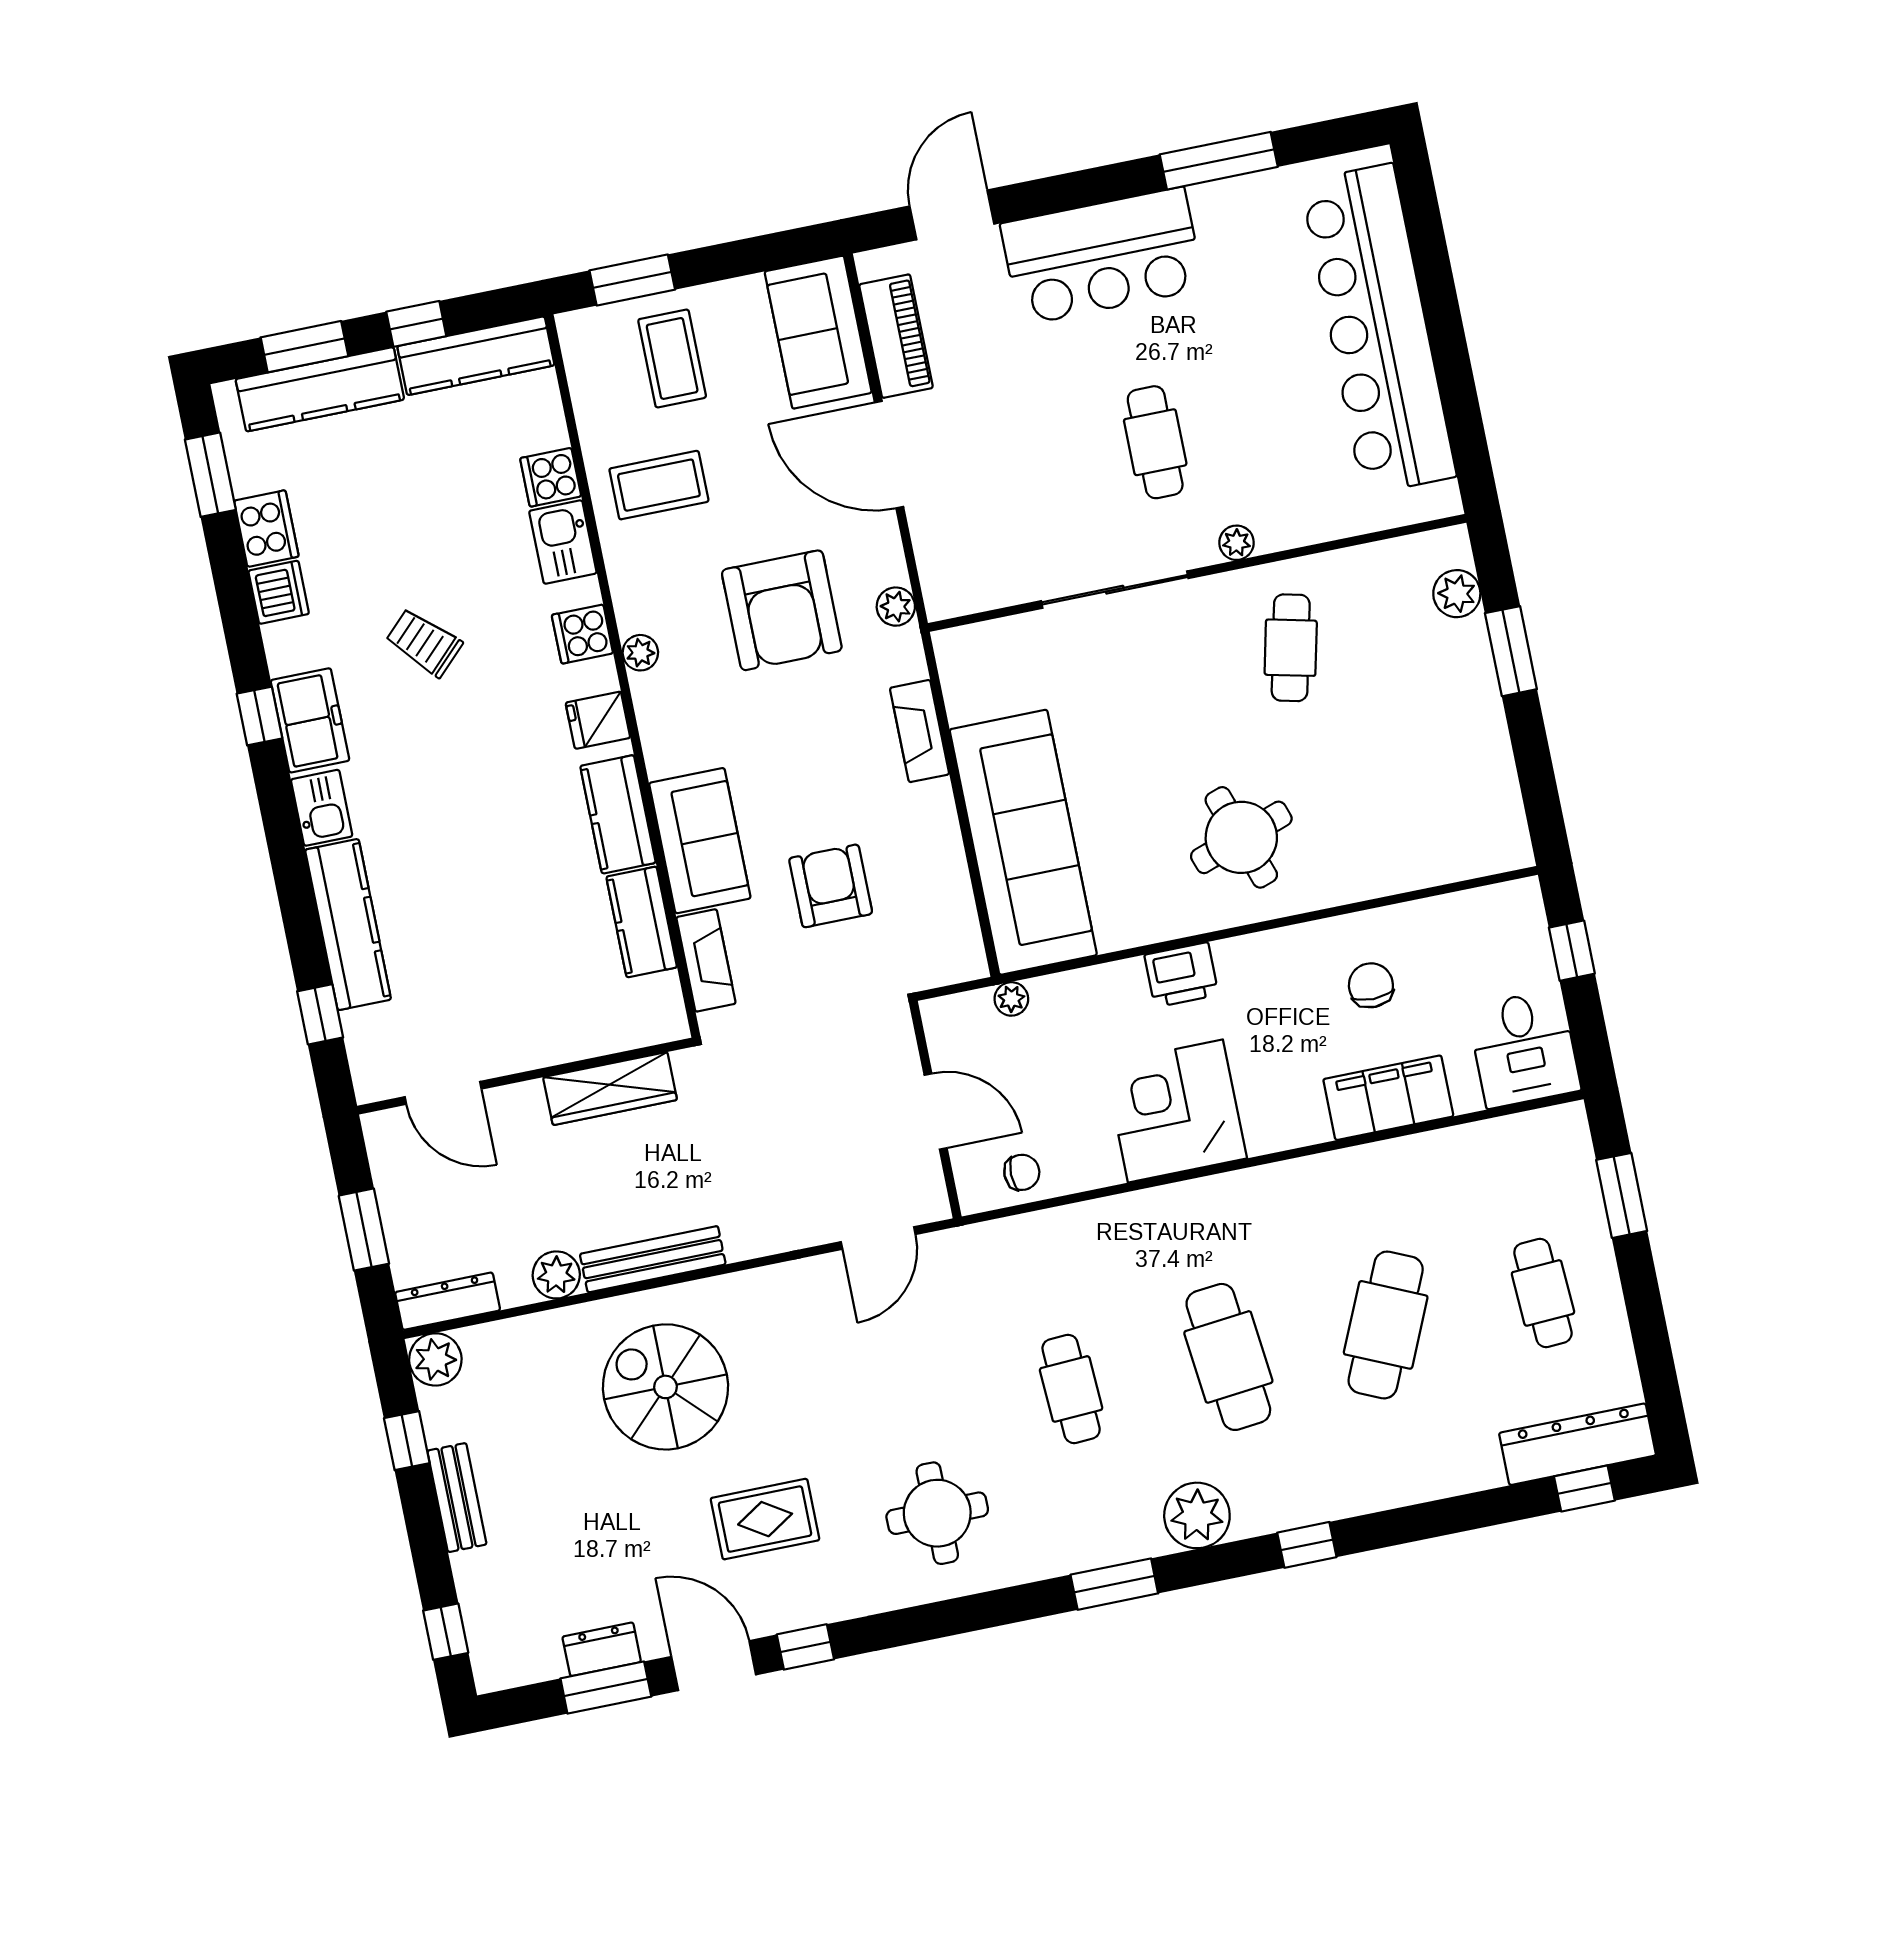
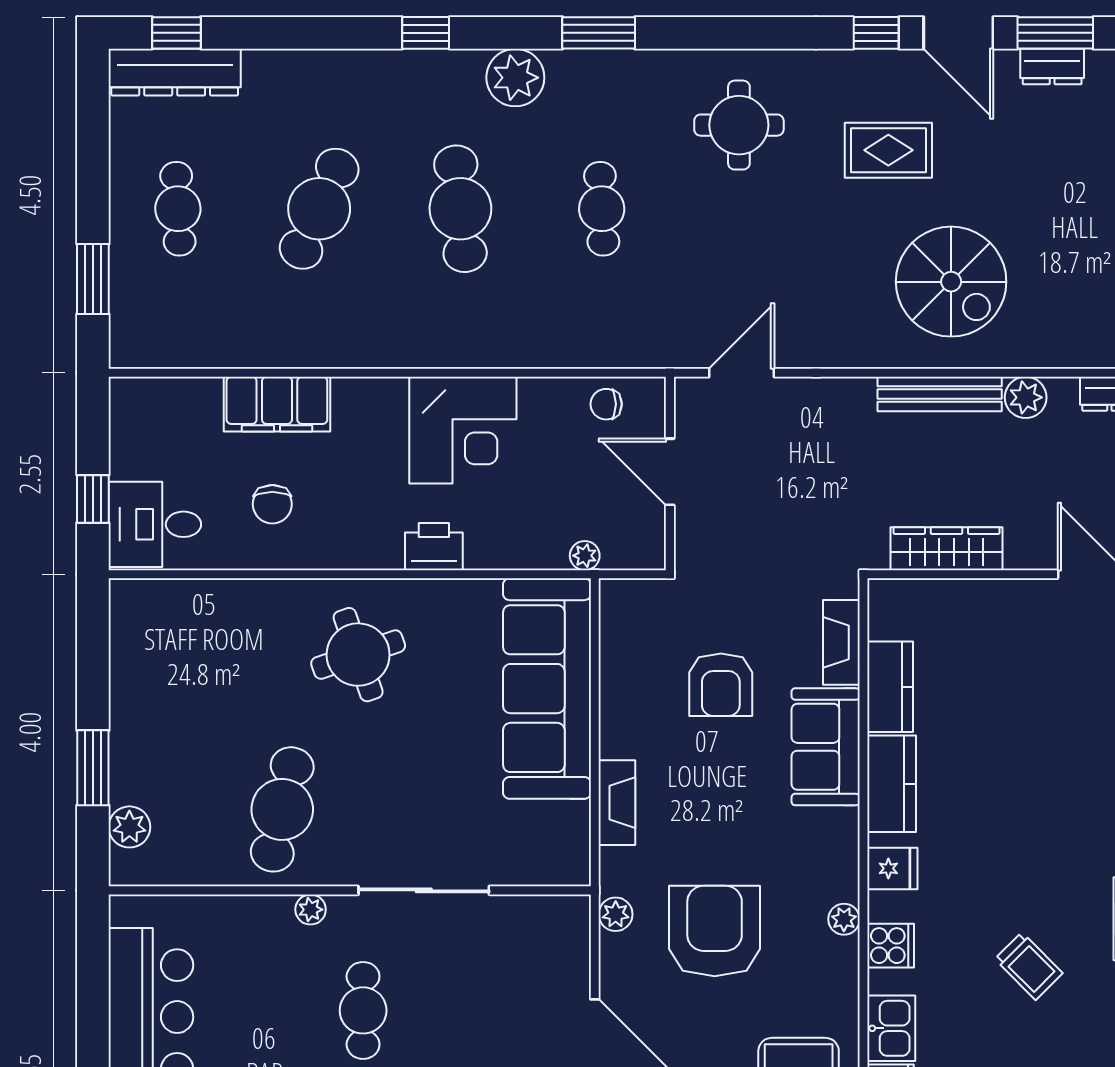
cafe table: (1291, 648) -> (282, 809), width x1.37, depth x1.35
desk: (1524, 1049) -> (155, 524), moved, turned -90

